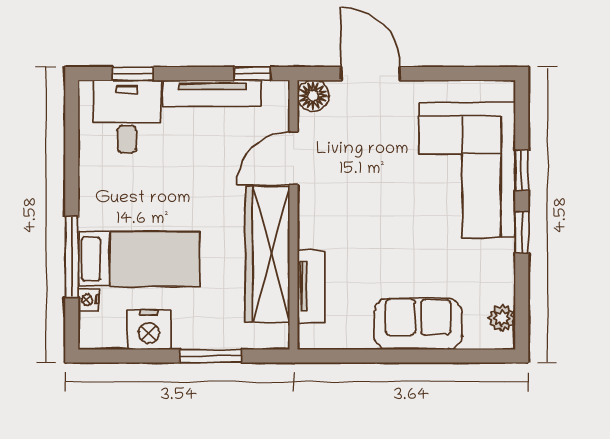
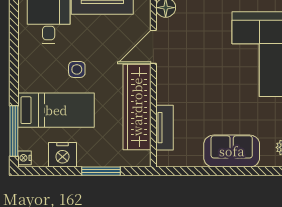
side table: (172, 194) -> (77, 69), added
window: (72, 257) -> (14, 131), moved
nightstand: (89, 300) -> (25, 158), moved

